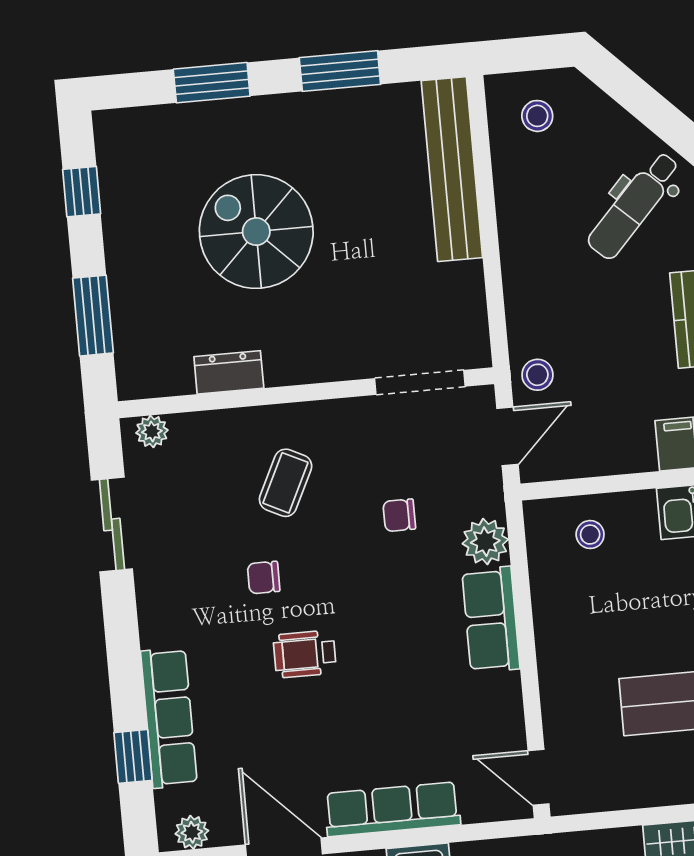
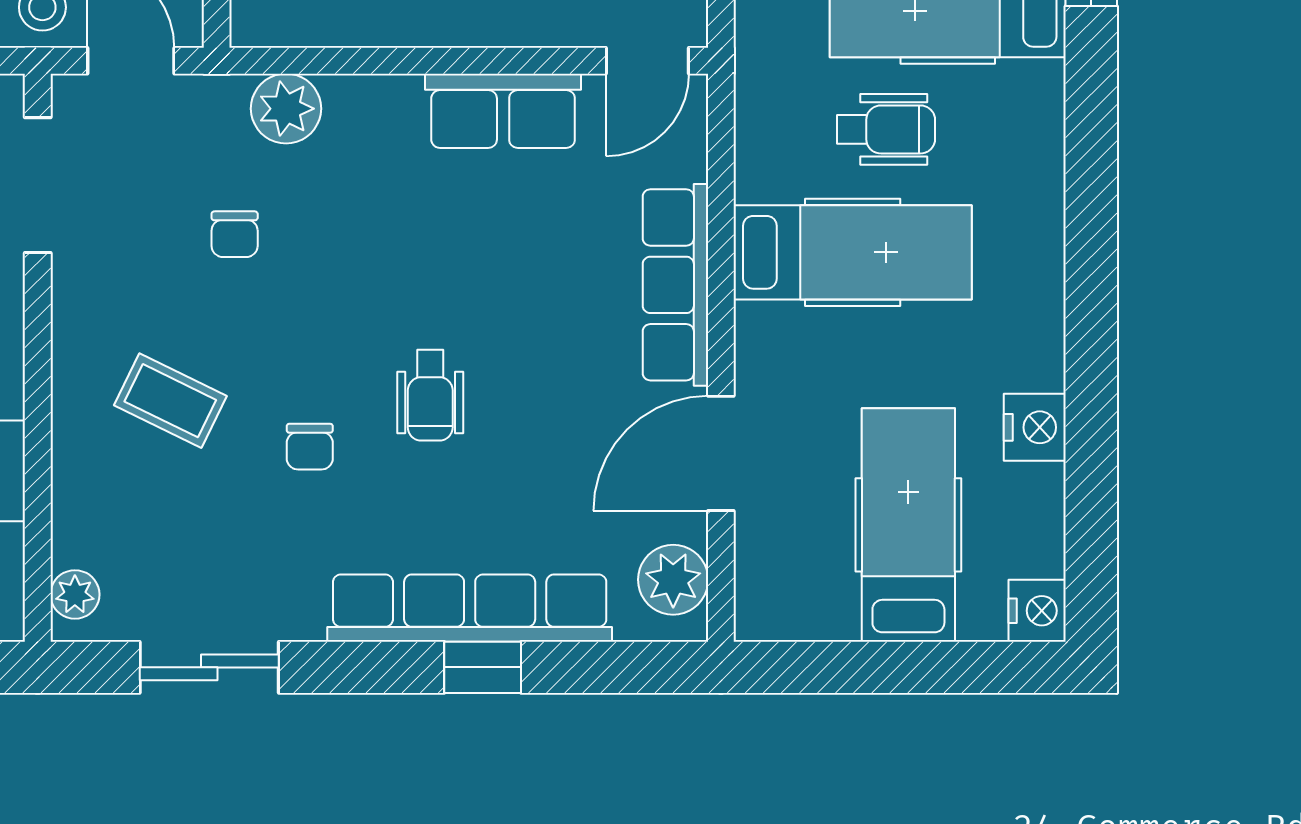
row of seats: (491, 620) -> (503, 111), moved
row of seats: (169, 718) -> (470, 608), width x1.36
window: (133, 756) -> (483, 667), moved
plant: (192, 832) -> (673, 580), width x1.38, depth x1.38

